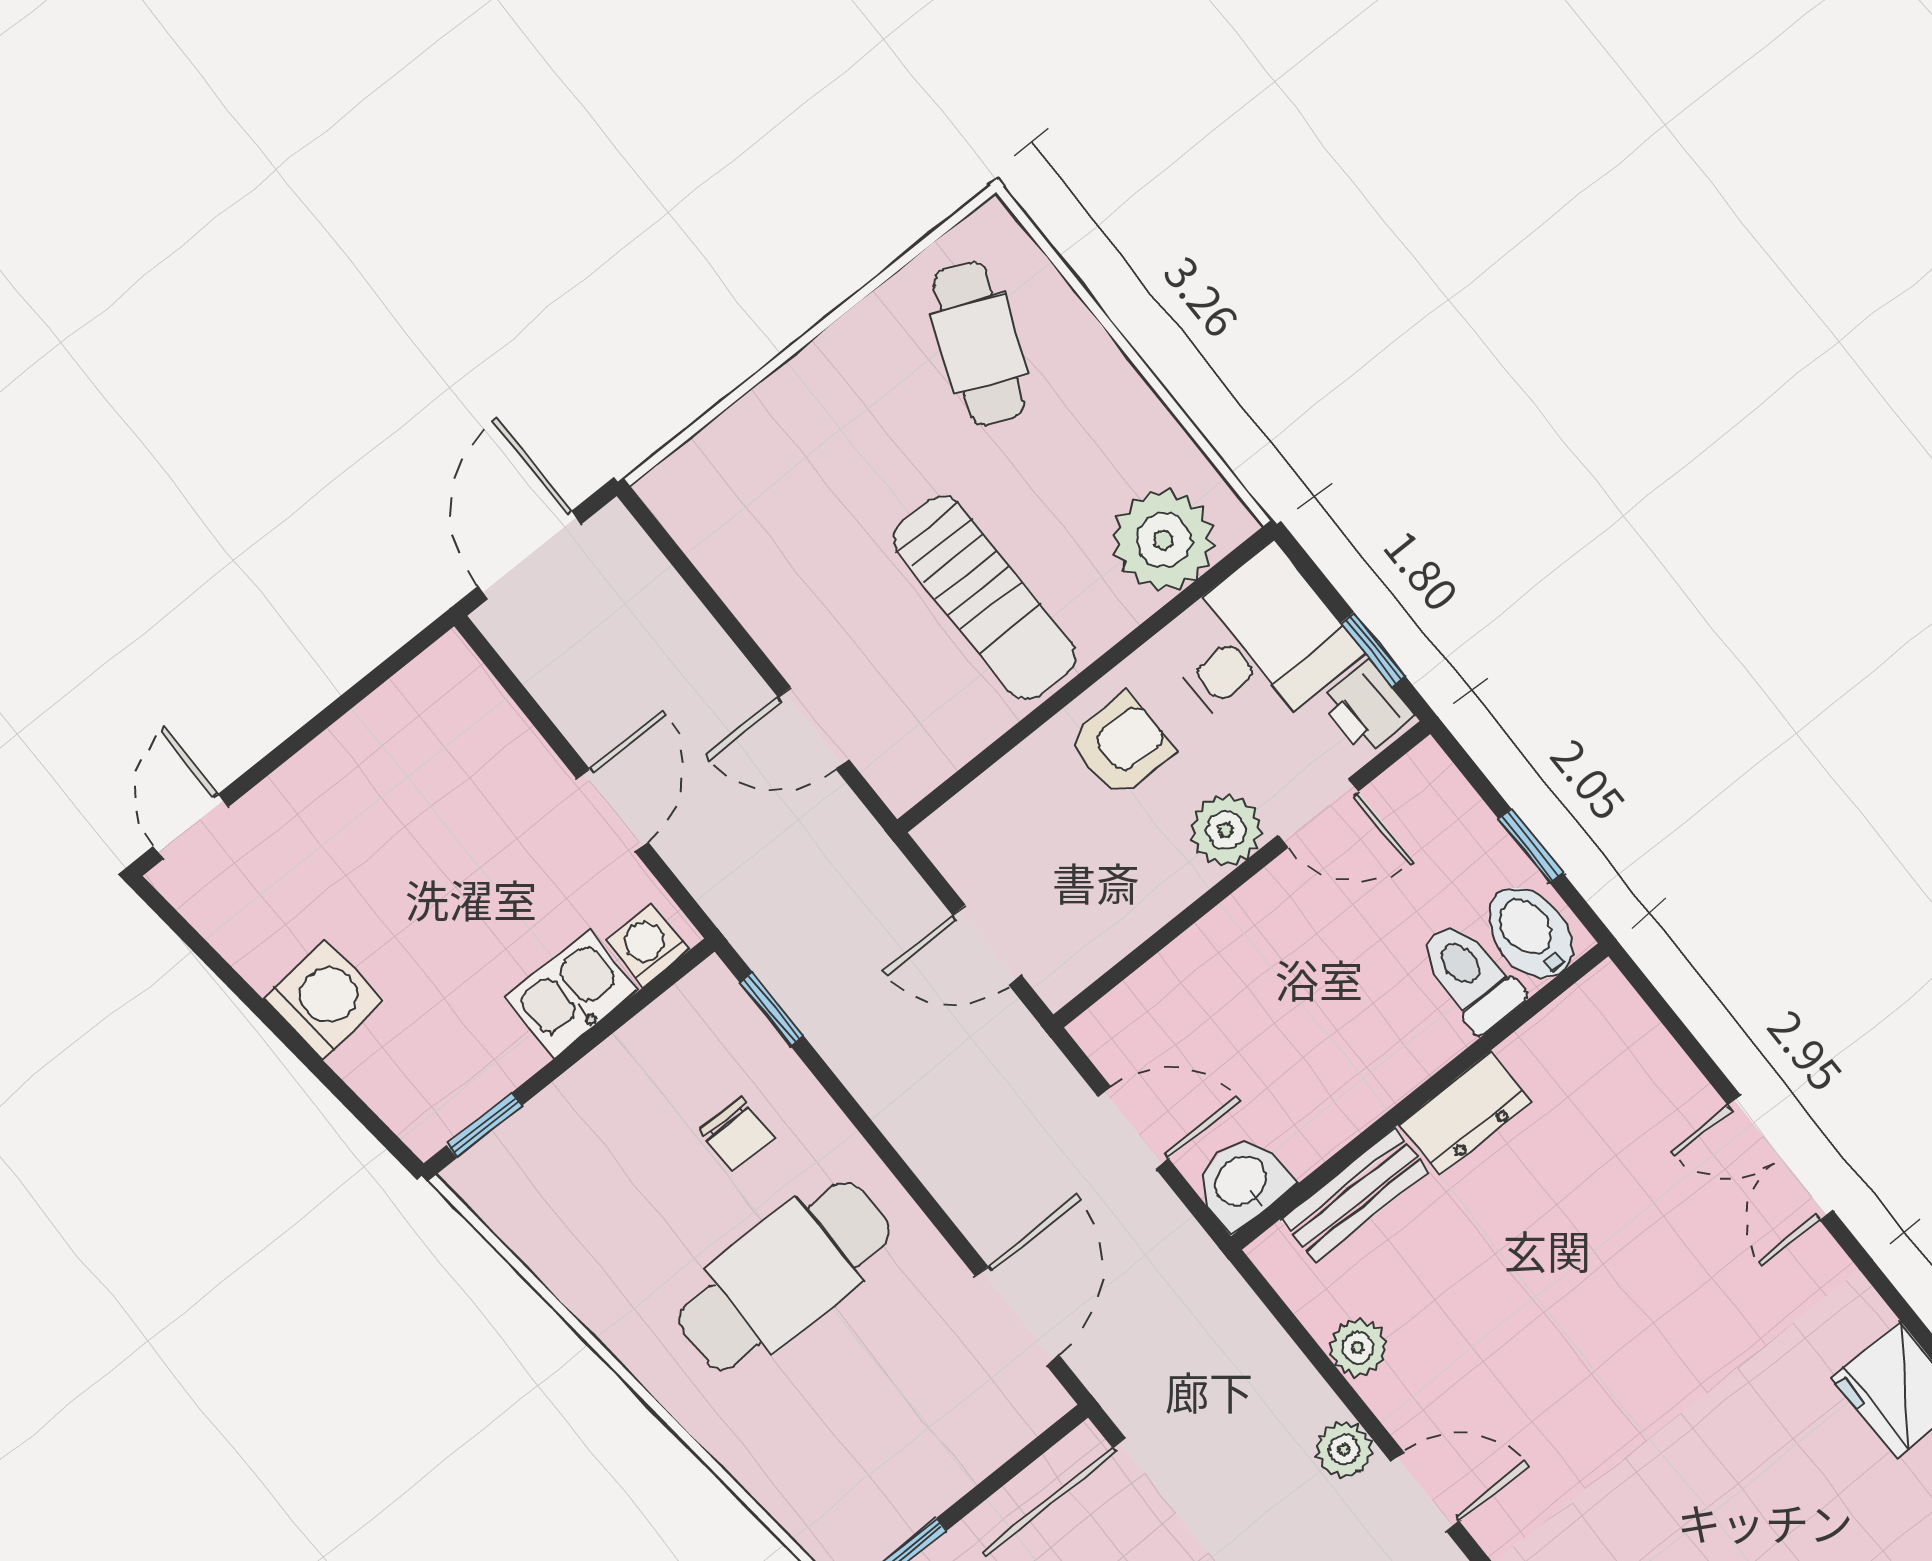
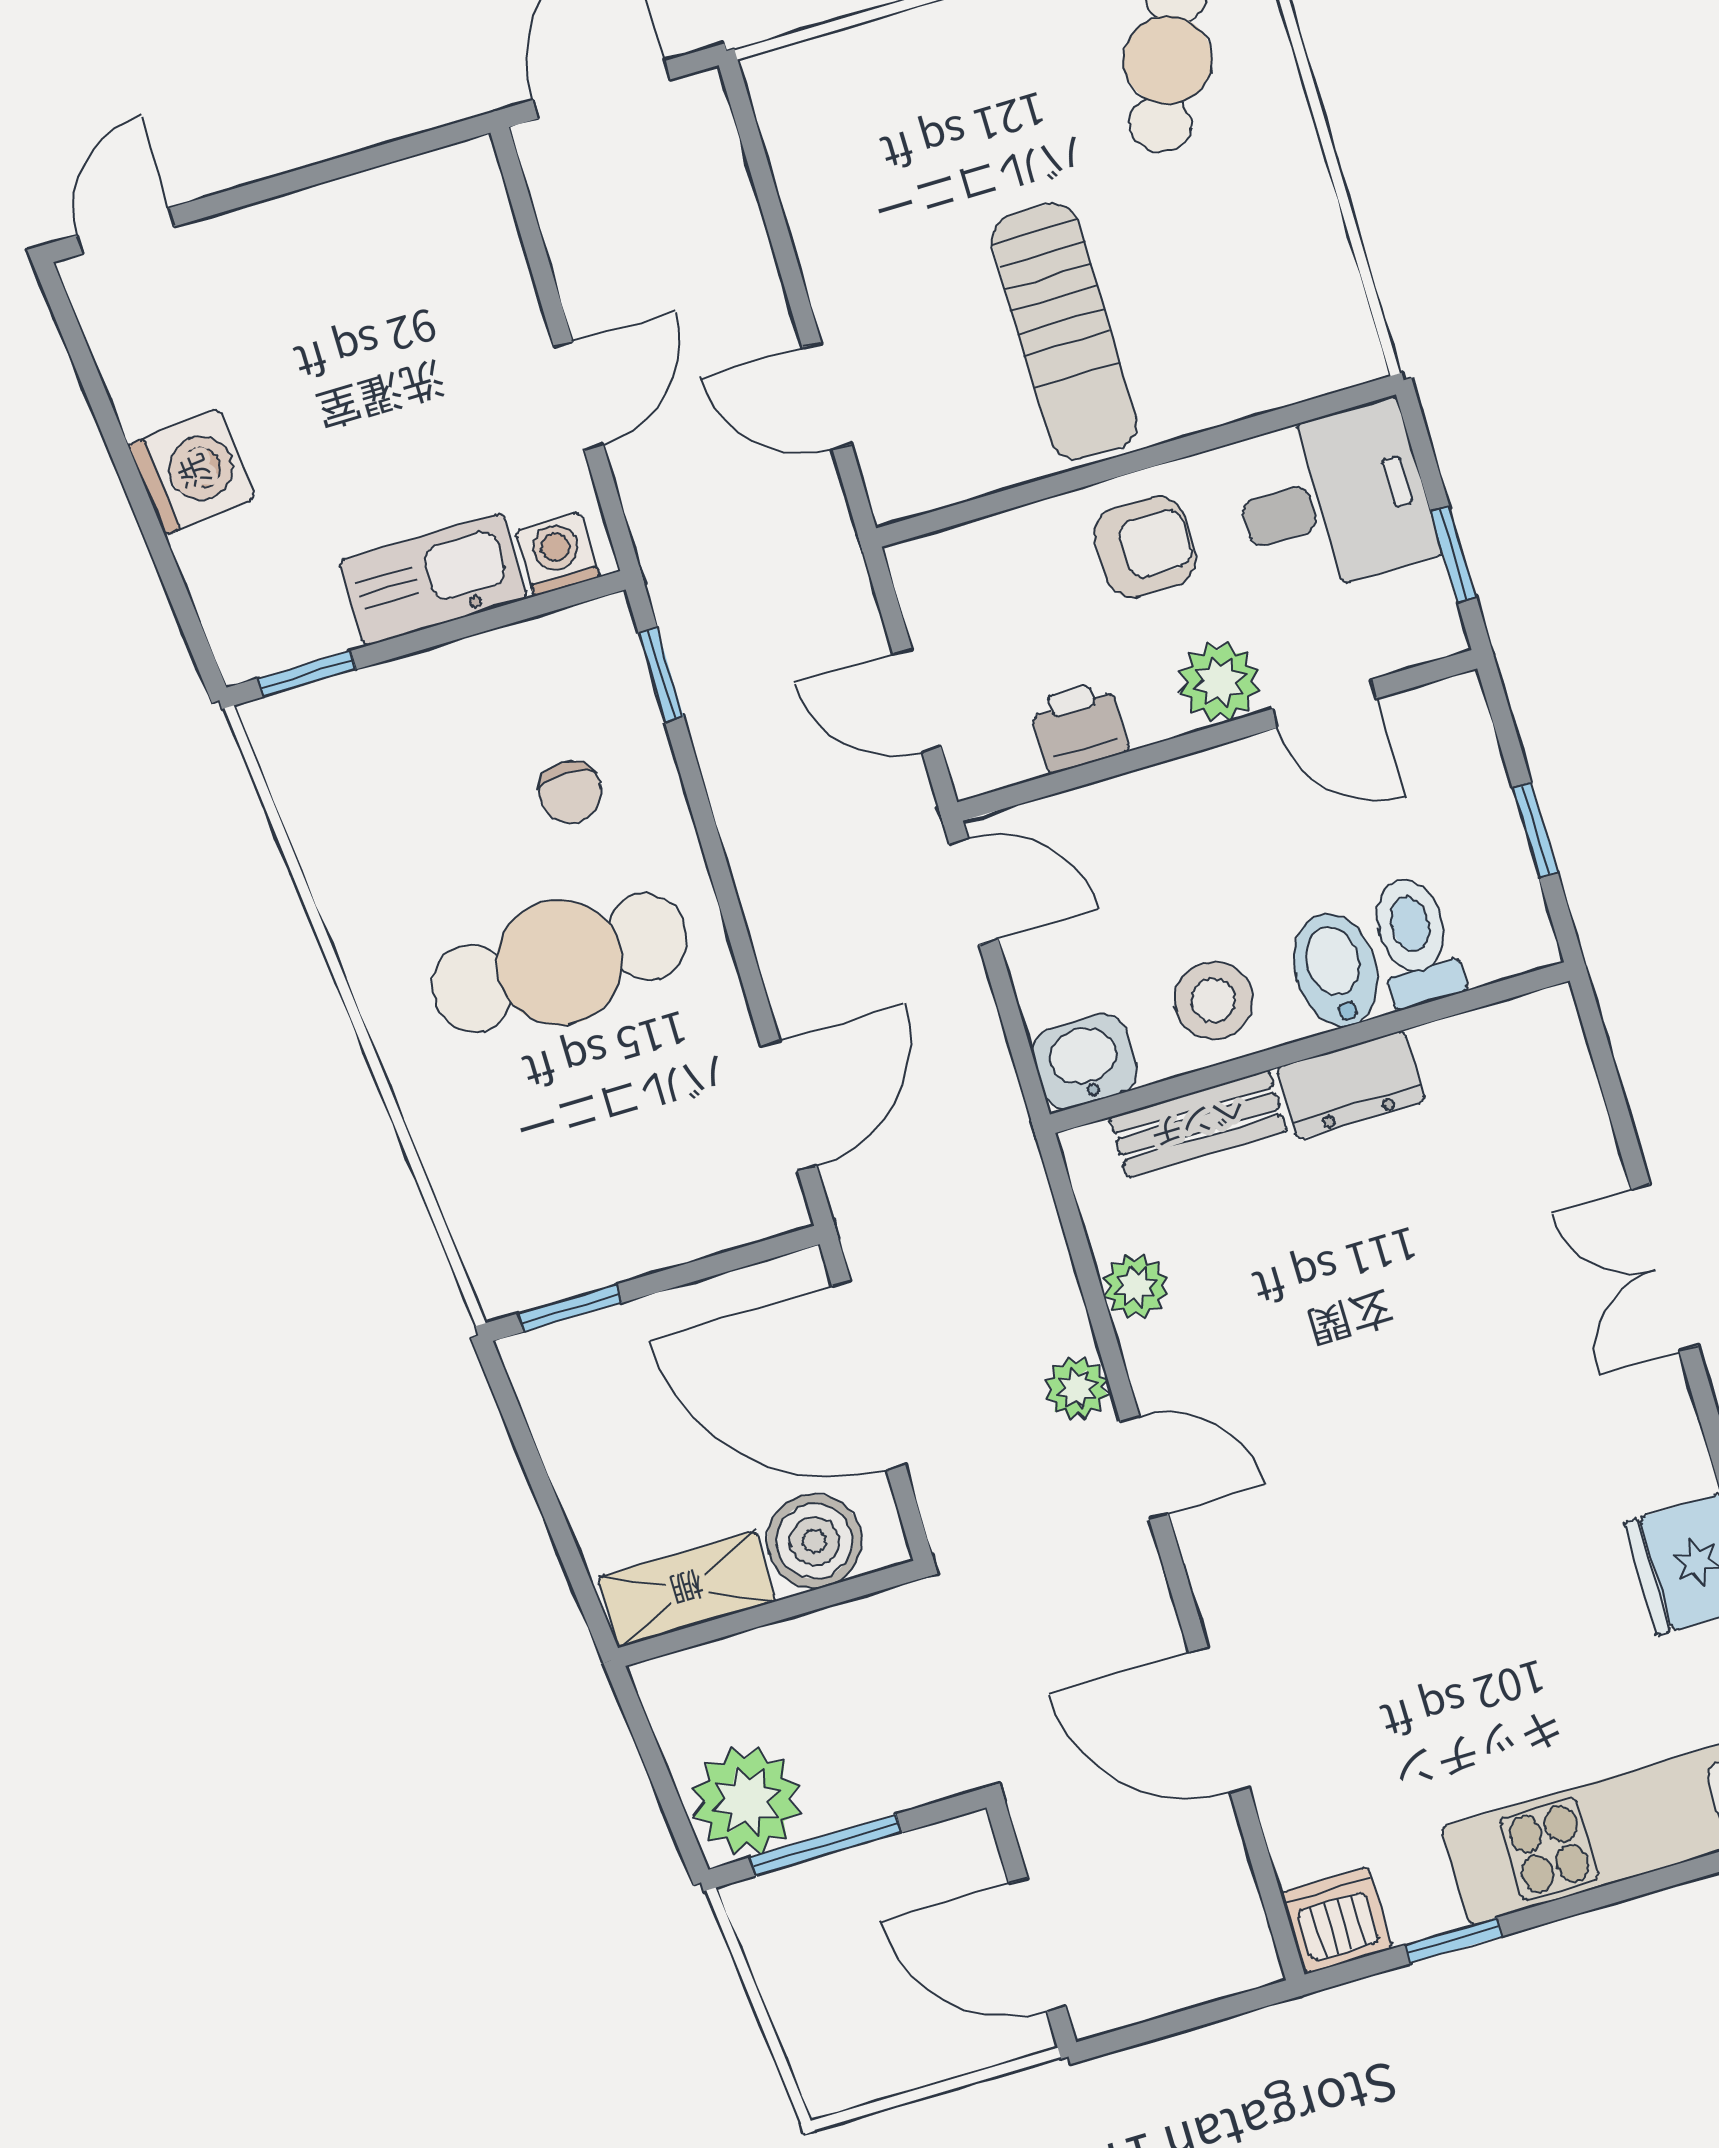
plant: (1163, 540) -> (1279, 348), removed
printer: (1366, 708) -> (1079, 726), moved, turned 90
bidet: (1530, 933) -> (1336, 970), moved
kitchen sink: (571, 994) -> (433, 579), width x1.38
stool: (1326, 1090) -> (1214, 1000), added
door: (1133, 1128) -> (974, 892), moved

